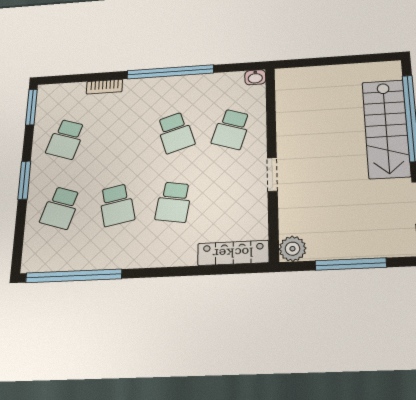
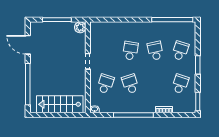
stairs: (386, 129) -> (60, 104), moved, turned -90
locker: (233, 253) -> (105, 27), removed

